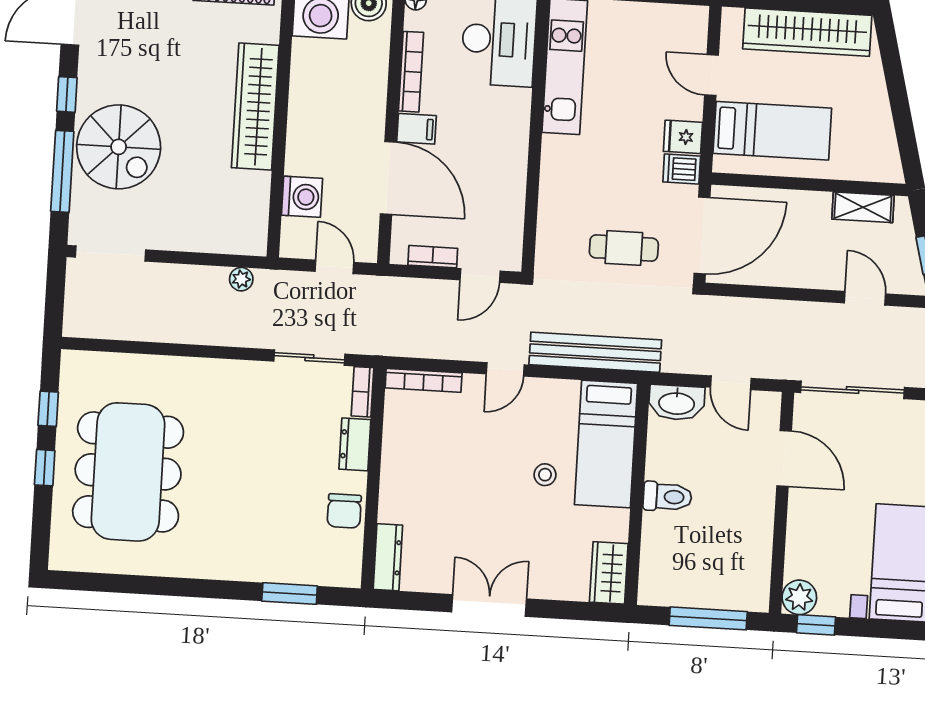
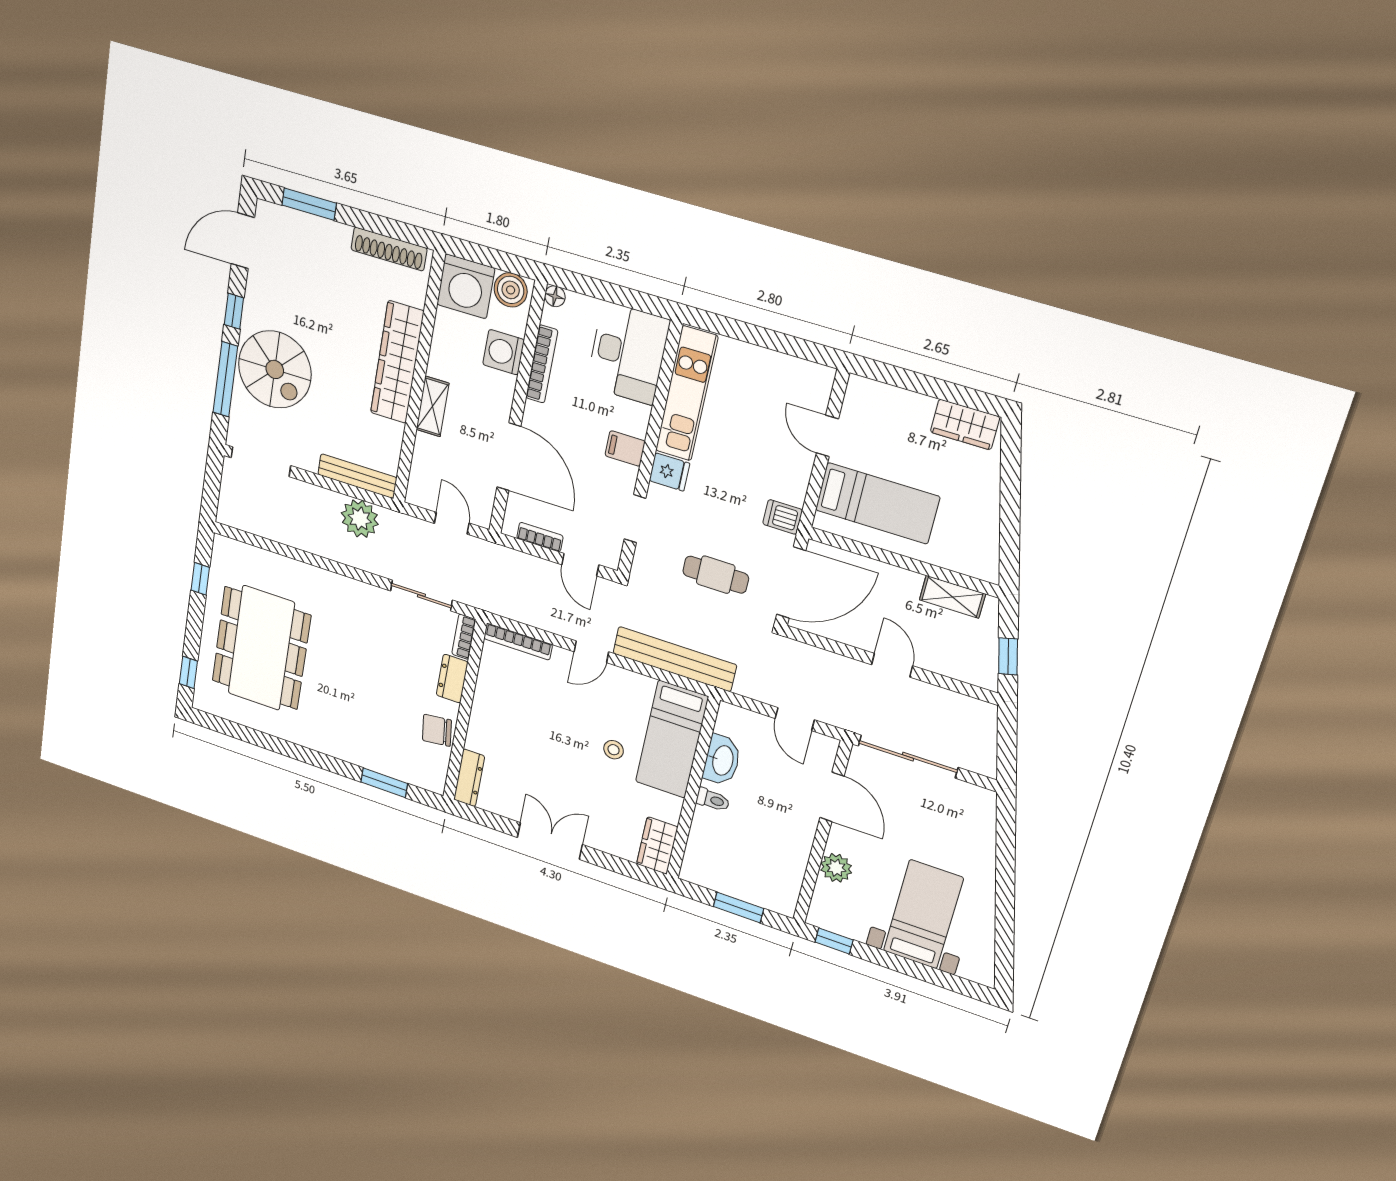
wardrobe: (807, 32) -> (965, 424), width x0.48, depth x0.85
filing cabinet: (416, 129) -> (625, 448), moved, turned 180
fridge: (683, 137) -> (669, 472), moved, turned 180
shelving: (299, 144) -> (433, 406), added
washing machine: (302, 197) -> (504, 352), moved, turned 180
doorway: (531, 210) -> (635, 519), added
bench: (223, 242) -> (357, 476), added
door: (480, 275) -> (580, 565), hinge flipped
plant: (241, 279) -> (360, 519), width x1.87, depth x1.87
door: (865, 298) -> (892, 665), moved
washbasin: (677, 403) -> (722, 760), moved, turned -90
window: (45, 468) -> (188, 673), moved
toilet: (667, 497) -> (713, 800), width x0.73, depth x0.72
chair: (344, 511) -> (437, 730), turned 83
plant: (799, 597) -> (836, 868), moved
window: (708, 618) -> (738, 907), width x0.69

